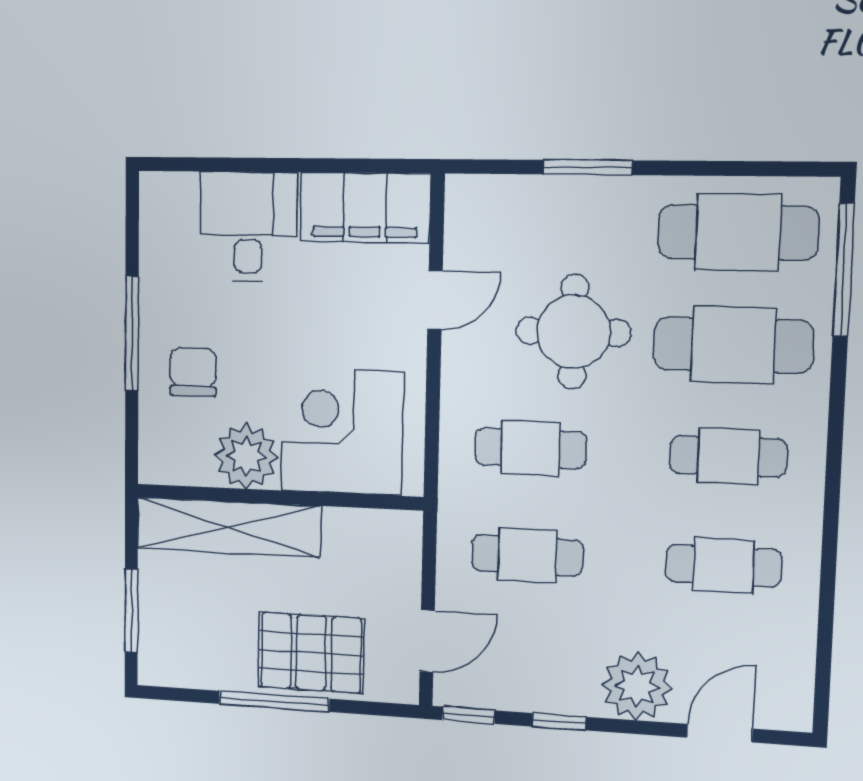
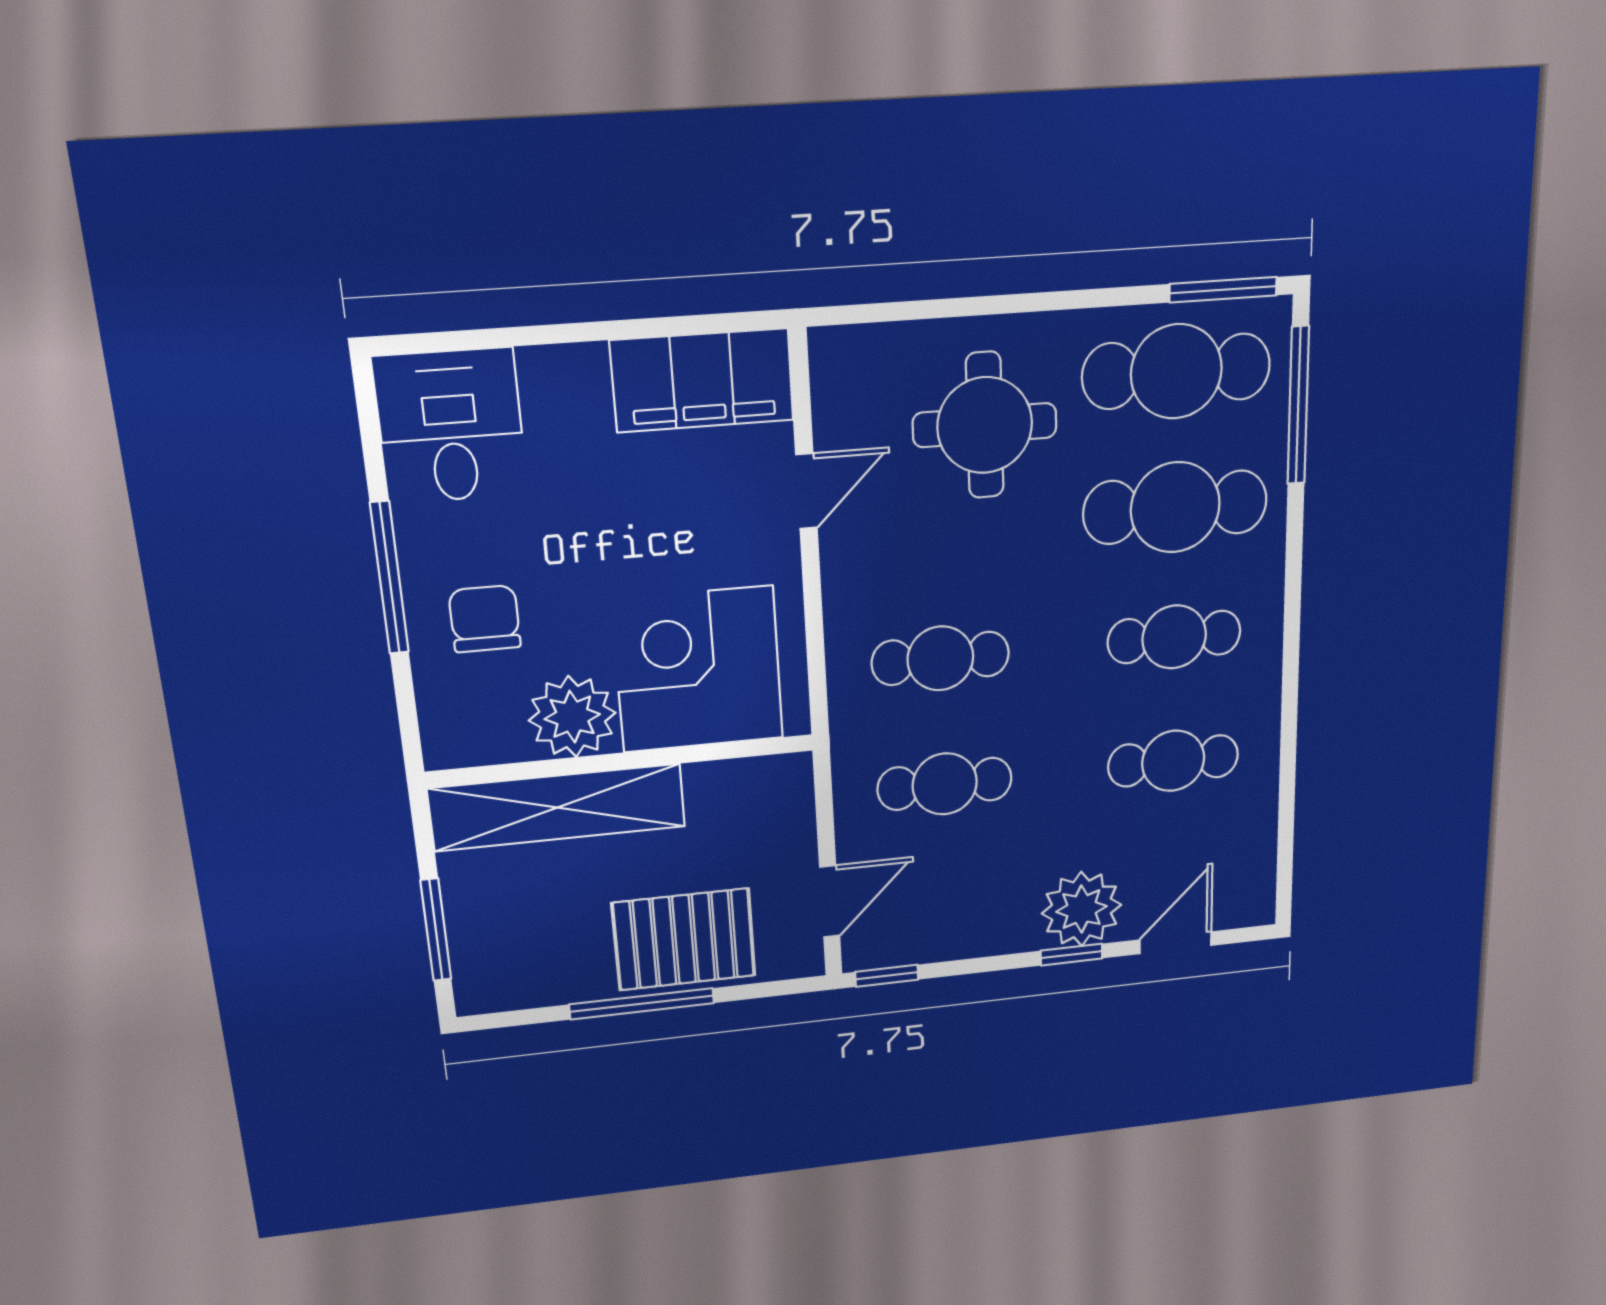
window: (587, 167) -> (1223, 290), moved
desk: (248, 227) -> (451, 426), moved
round table: (573, 332) -> (985, 425), moved
window: (559, 722) -> (1072, 955), moved

